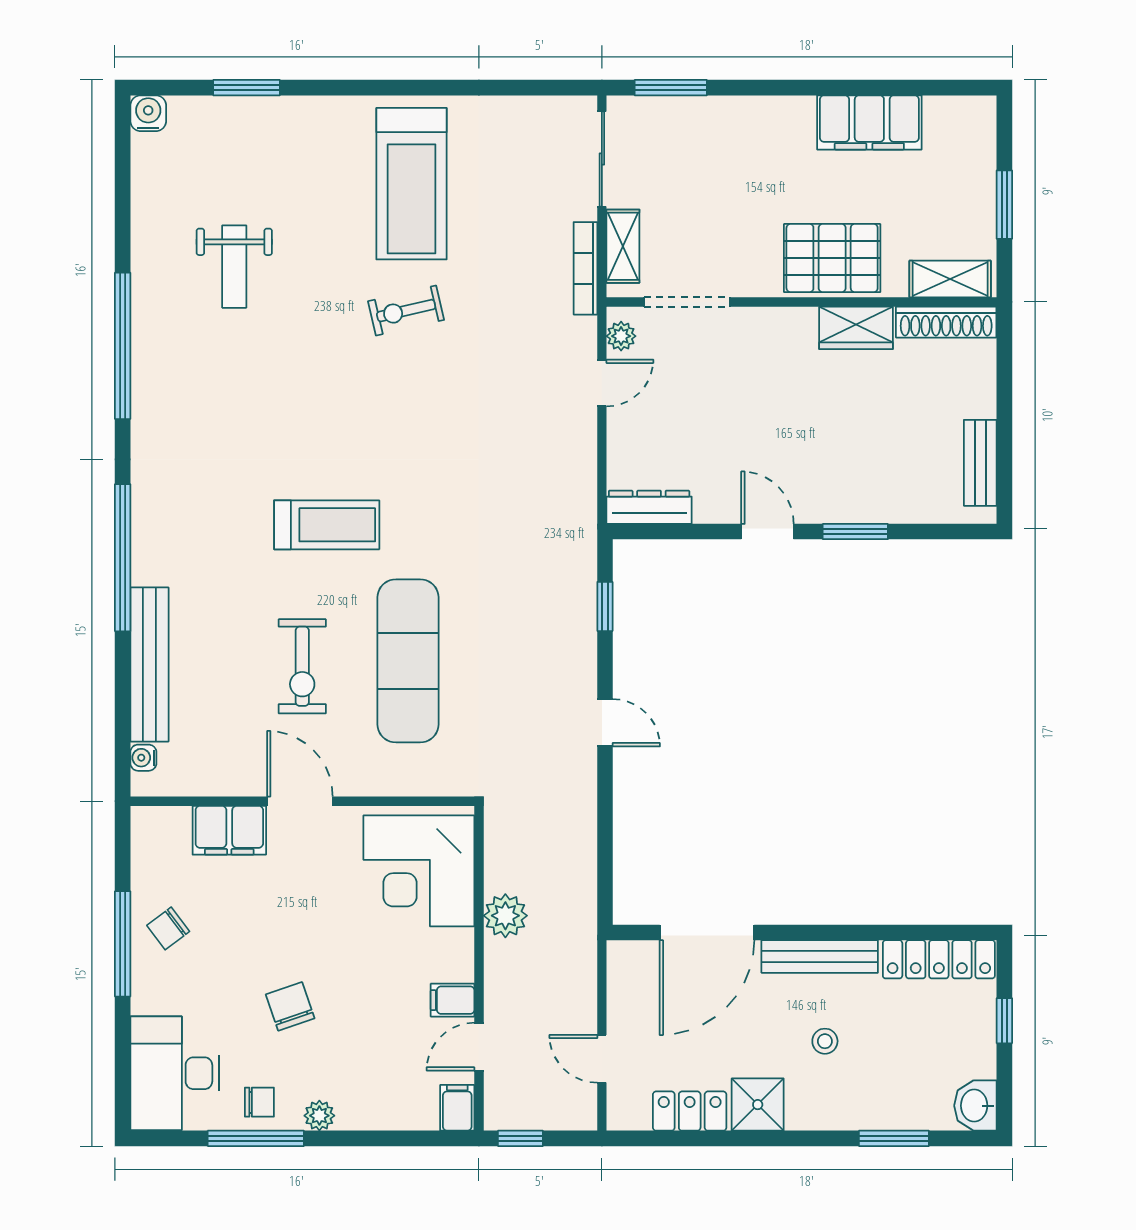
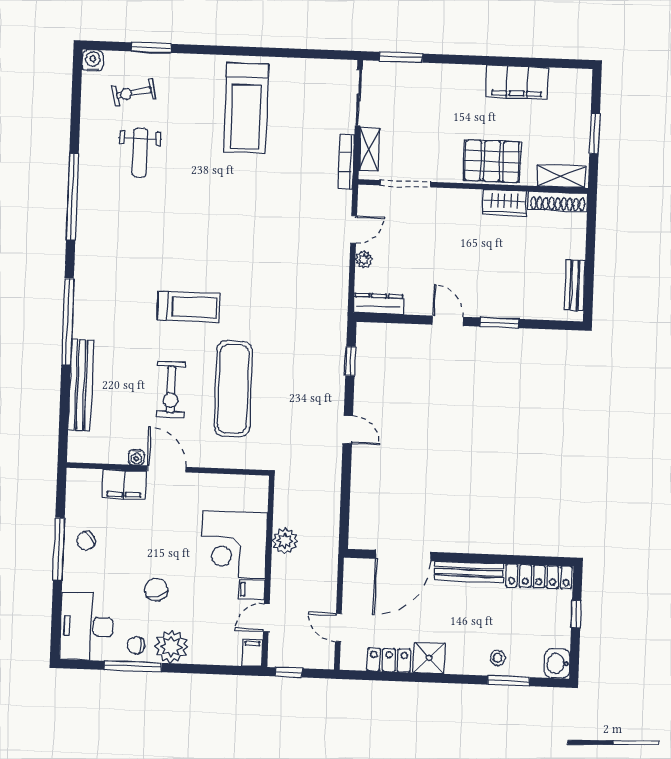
exercise bike: (406, 311) -> (134, 93), moved
plant: (621, 336) -> (364, 259), moved
water cooler: (143, 758) -> (136, 457), moved, turned -90
corner desk: (419, 871) -> (234, 545), moved
stool: (825, 1041) -> (498, 658), moved
chair: (259, 1102) -> (136, 645), turned 180
plant: (319, 1116) -> (171, 647), width x1.88, depth x1.88

